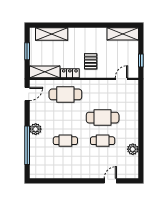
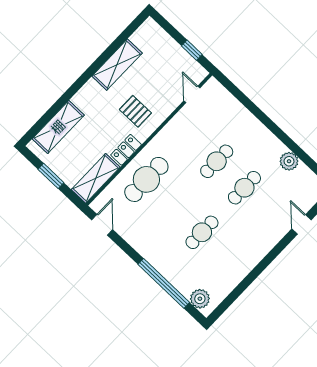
shelving: (123, 34) -> (117, 65), moved
cafe table: (103, 118) -> (217, 161), width x0.73, depth x0.74
plant: (36, 129) -> (200, 299), moved

